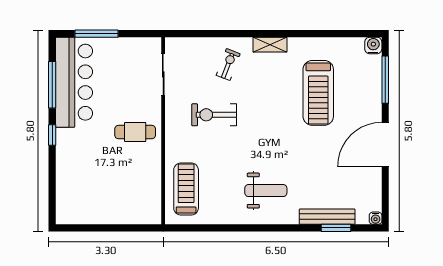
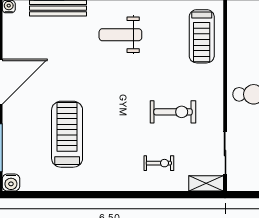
shelving: (270, 45) -> (206, 183), moved
exercise bike: (228, 65) -> (159, 163), turned -111

